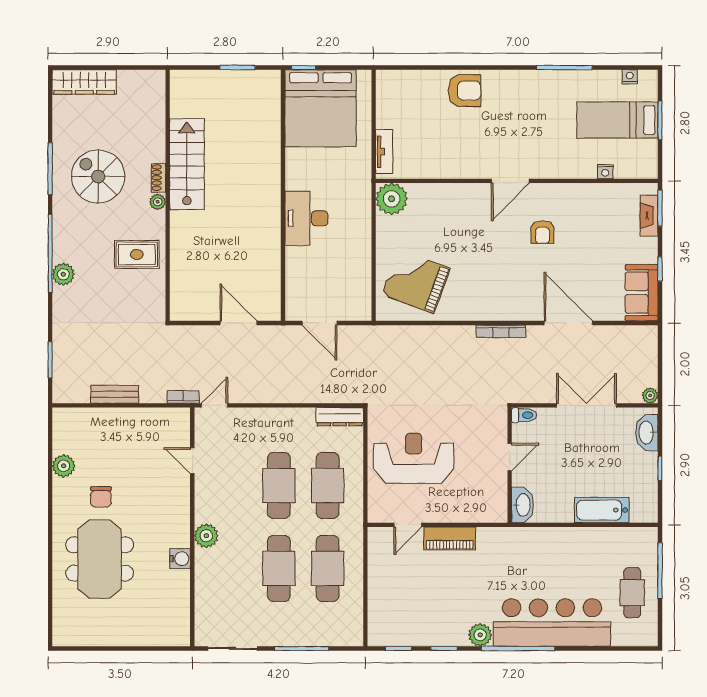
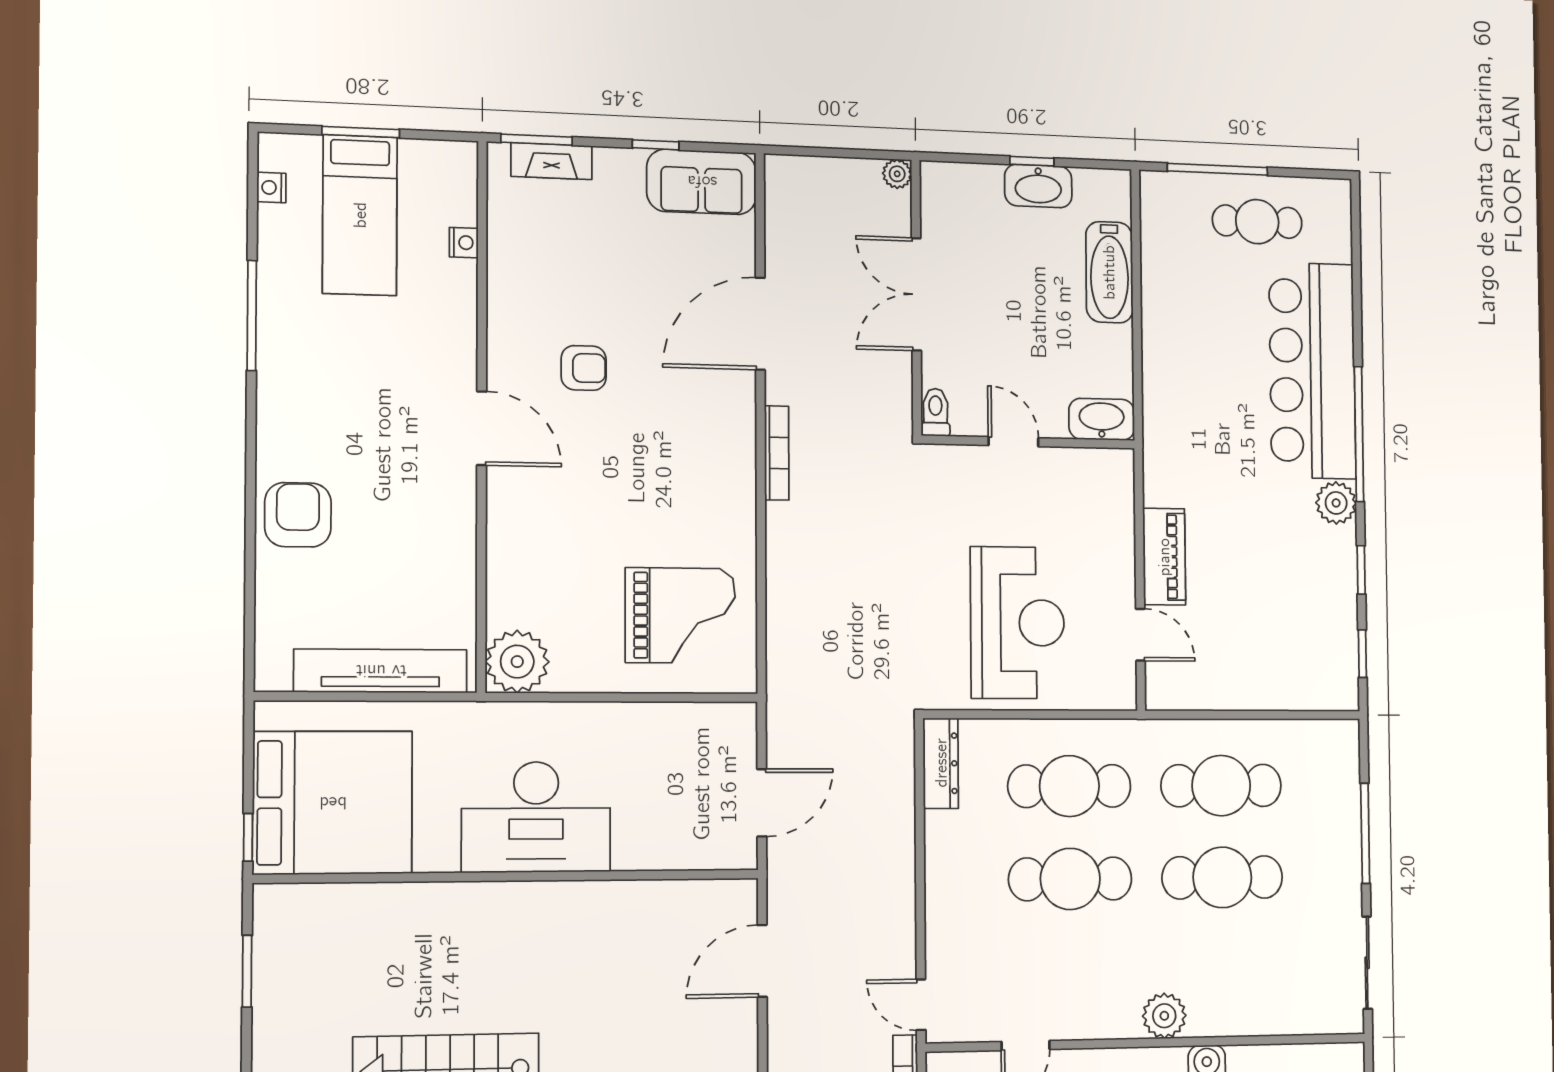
tv unit: (384, 152) -> (381, 671), width x1.92, depth x1.29
desk: (306, 218) -> (536, 817), width x1.36, depth x1.30
grand piano: (416, 281) -> (680, 615), turned -110
washbasin: (647, 433) -> (1038, 186), moved
reception desk: (414, 458) -> (1017, 623), turned 180

